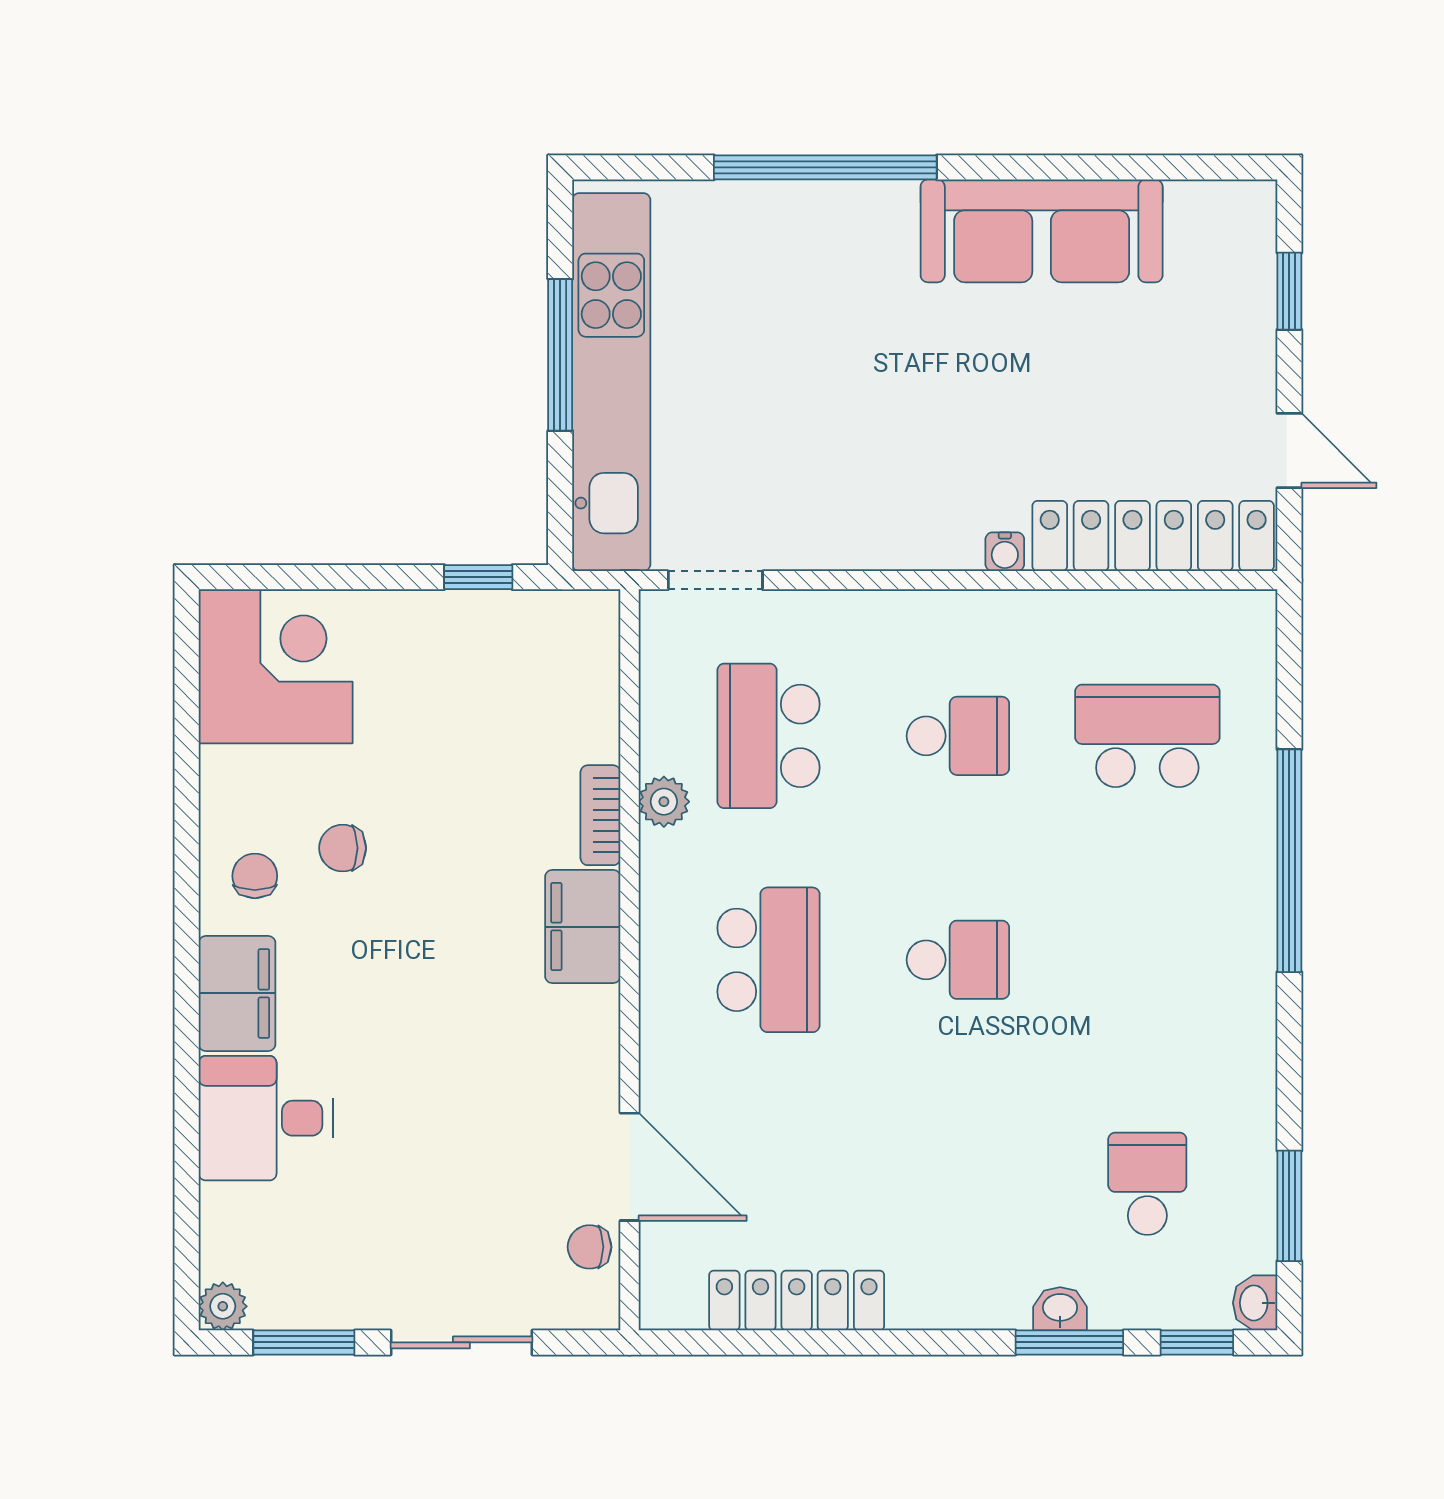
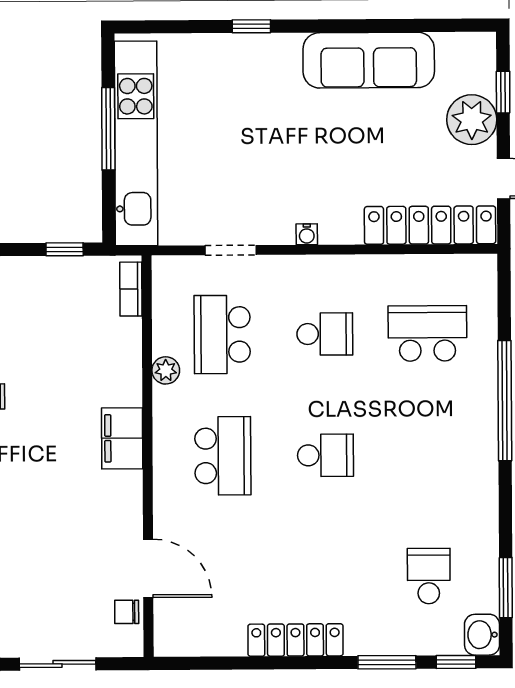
window: (825, 167) -> (251, 26), width x0.32
plant: (1231, 342) -> (472, 120), added
water cooler: (1005, 552) -> (307, 234), moved
doorway: (715, 580) -> (231, 250), moved
bookcase: (600, 815) -> (131, 289), moved
locker: (797, 1300) -> (295, 640), moved
washbasin: (1255, 1303) -> (482, 635), width x1.38, depth x1.45
washbasin: (1060, 1309) -> (382, 644), removed

